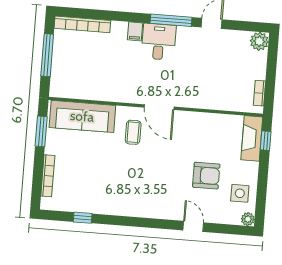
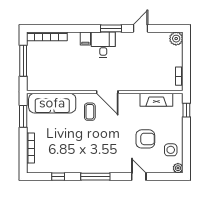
window: (171, 20) -> (111, 28), width x0.69
fireplace: (252, 138) -> (156, 100), moved, turned -90
window: (134, 222) -> (95, 177), added

